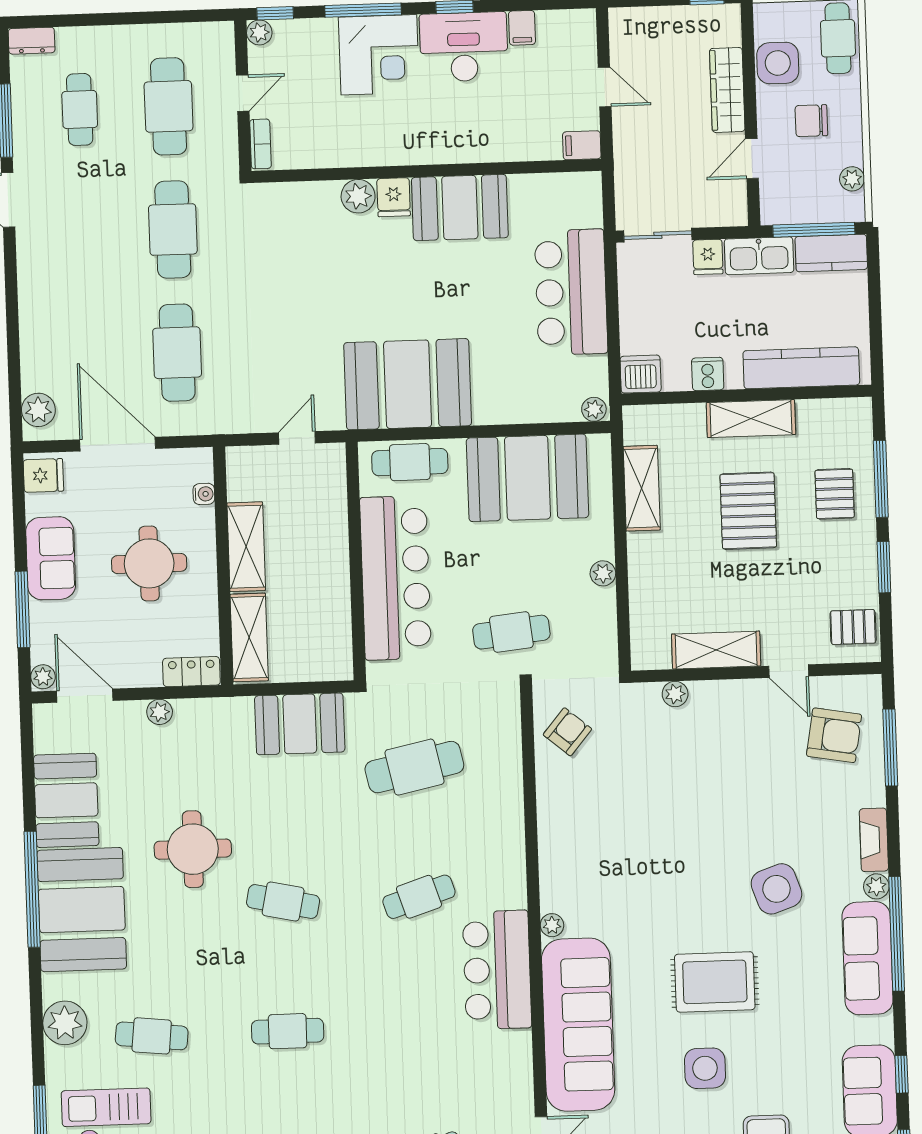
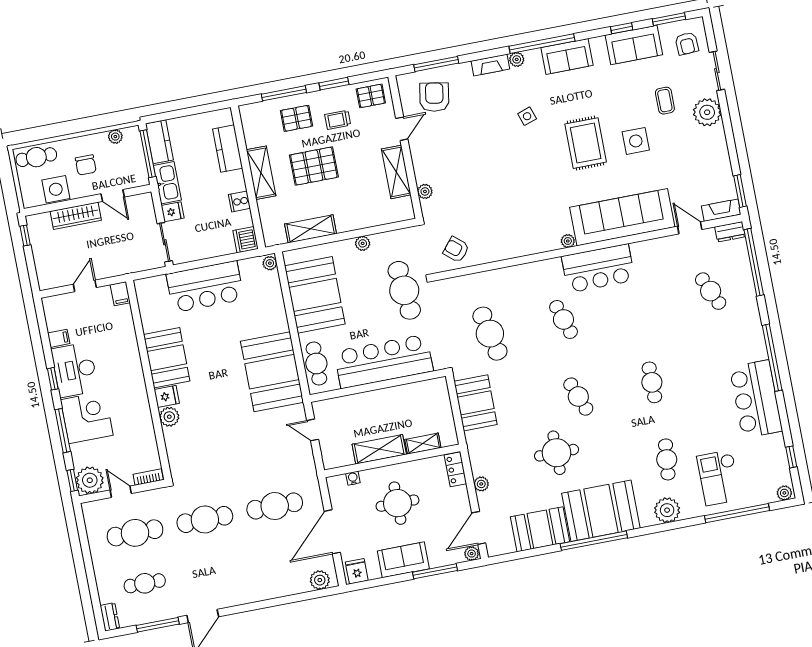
plant: (259, 32) -> (90, 480), width x1.87, depth x1.87
kitchen counter: (801, 368) -> (228, 149), width x0.67
trolley: (821, 564) -> (338, 120), added
pallet: (853, 627) -> (371, 96), turned 90
cafe table: (511, 632) -> (404, 290), width x1.37, depth x1.35
shelving: (249, 637) -> (423, 444), width x0.67, depth x0.75
side table: (776, 889) -> (527, 116), width x0.54, depth x0.54
cafe table: (283, 901) -> (578, 397), turned -33
sofa: (868, 958) -> (567, 56), width x0.73

